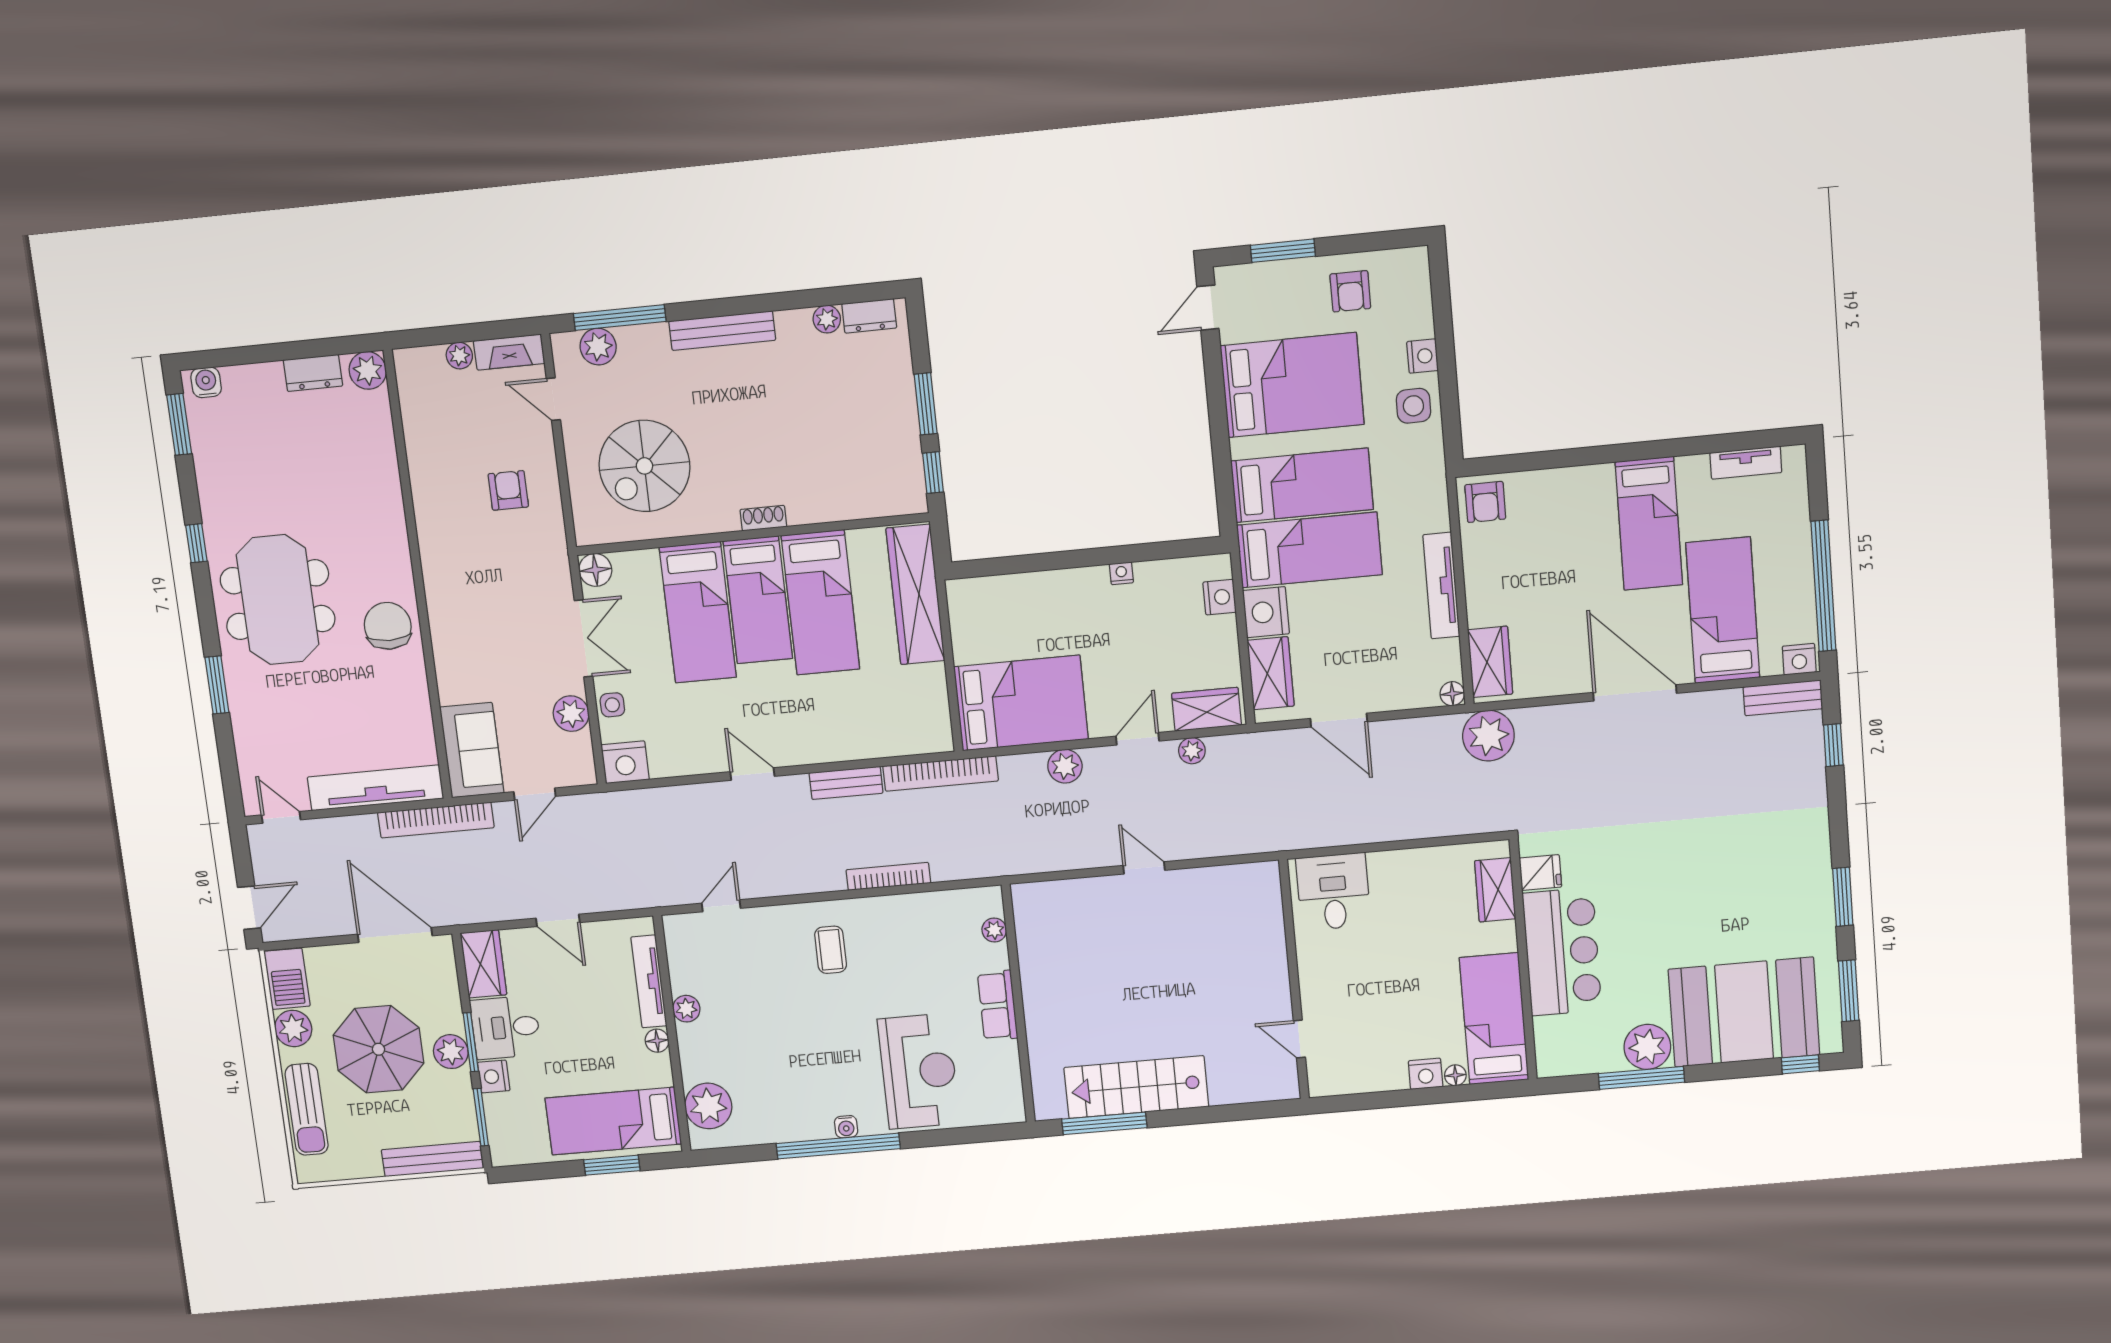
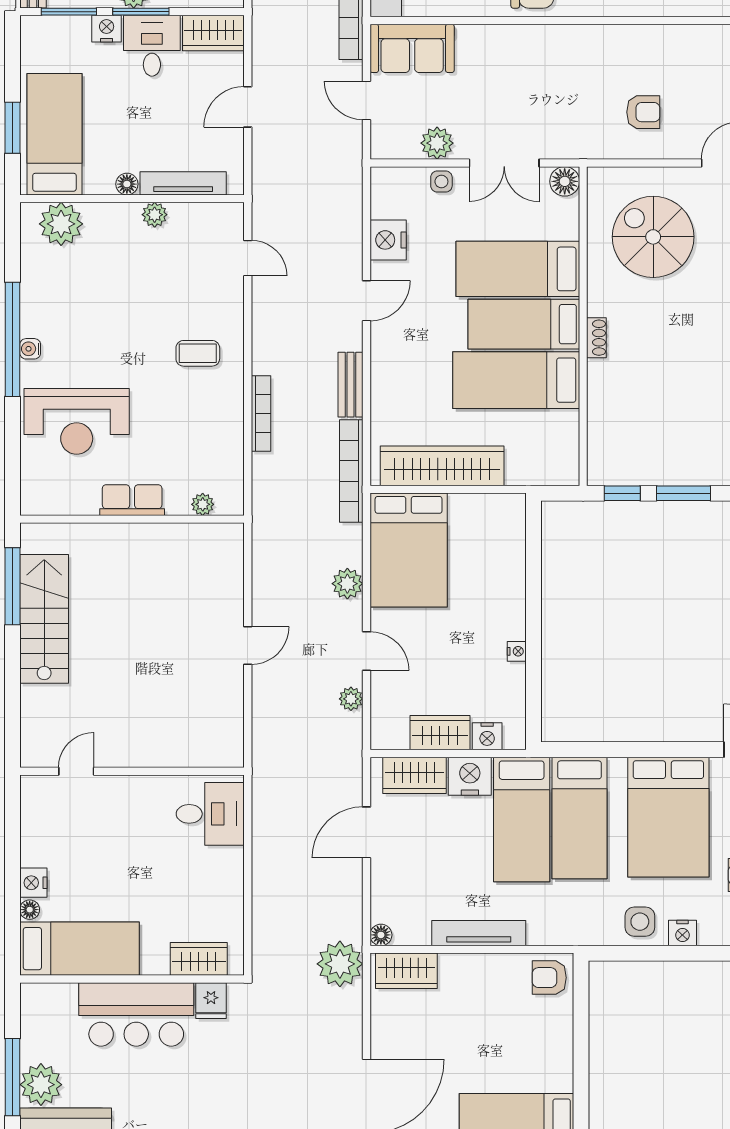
wardrobe: (915, 594) -> (442, 466), moved
wardrobe: (1207, 709) -> (440, 733), moved, turned -90
nightstand: (625, 762) -> (388, 240), moved

